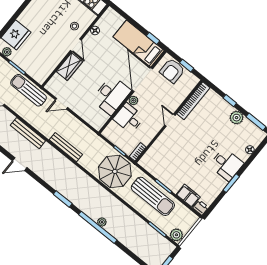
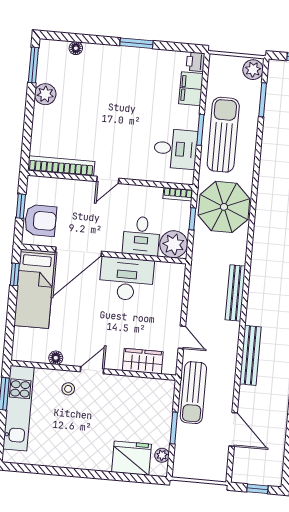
wardrobe: (69, 67) -> (143, 361), moved
plant: (133, 100) -> (174, 244), moved, width x1.88, depth x1.88
window: (230, 101) -> (29, 118), removed
desk: (226, 164) -> (175, 149), moved, turned 90

